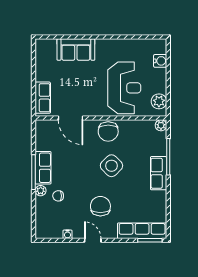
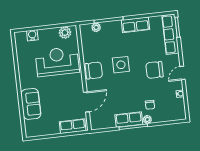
plant: (161, 125) -> (96, 27), moved
side table: (111, 166) -> (121, 65), turned 45
row of seats: (159, 173) -> (135, 25), moved

